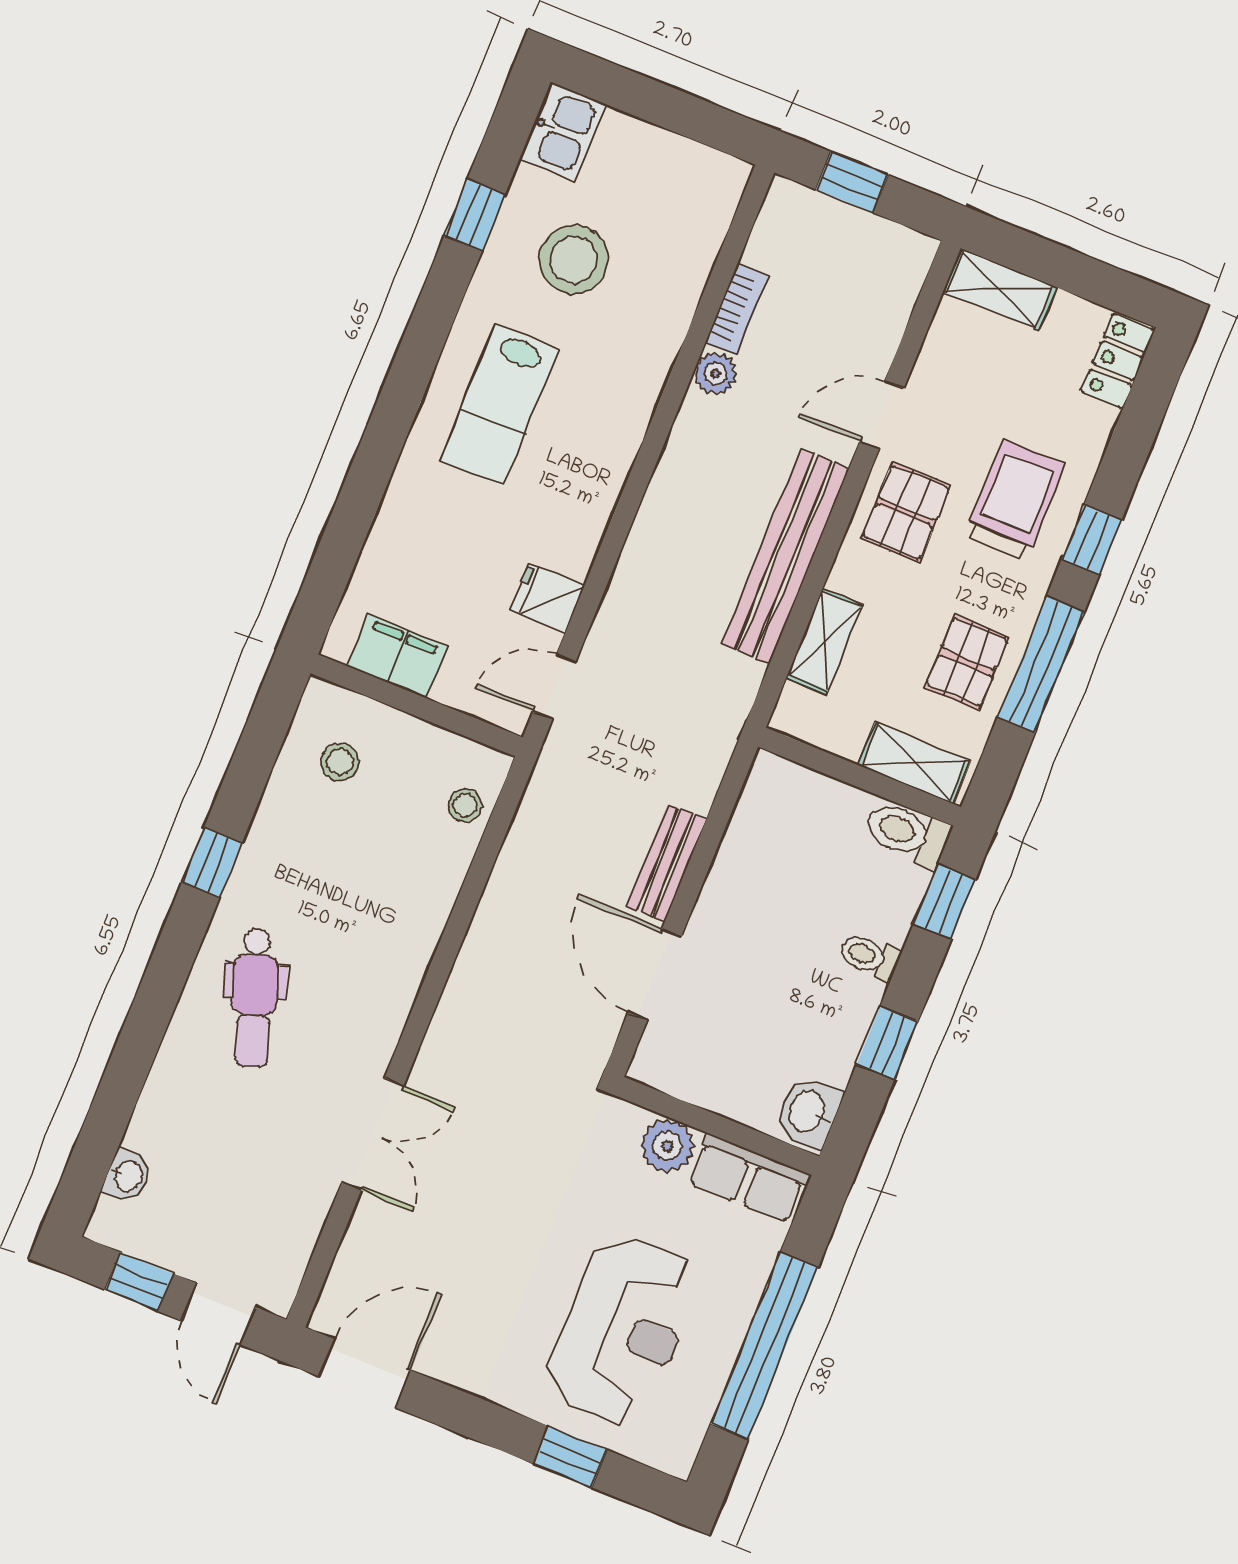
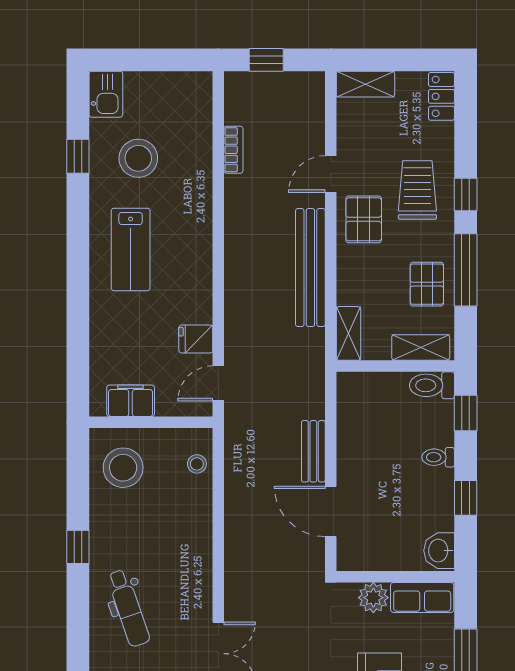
plant: (715, 374) -> (236, 188), removed
shelving: (824, 641) -> (348, 333), moved
stool: (340, 762) -> (123, 468), width x1.89, depth x1.89

